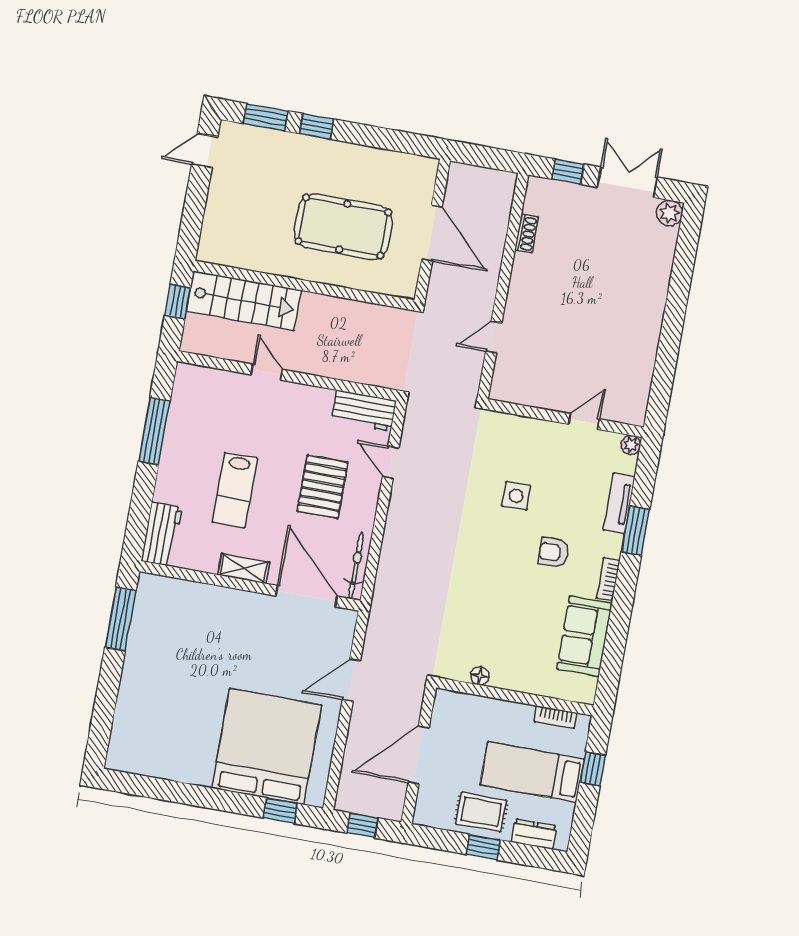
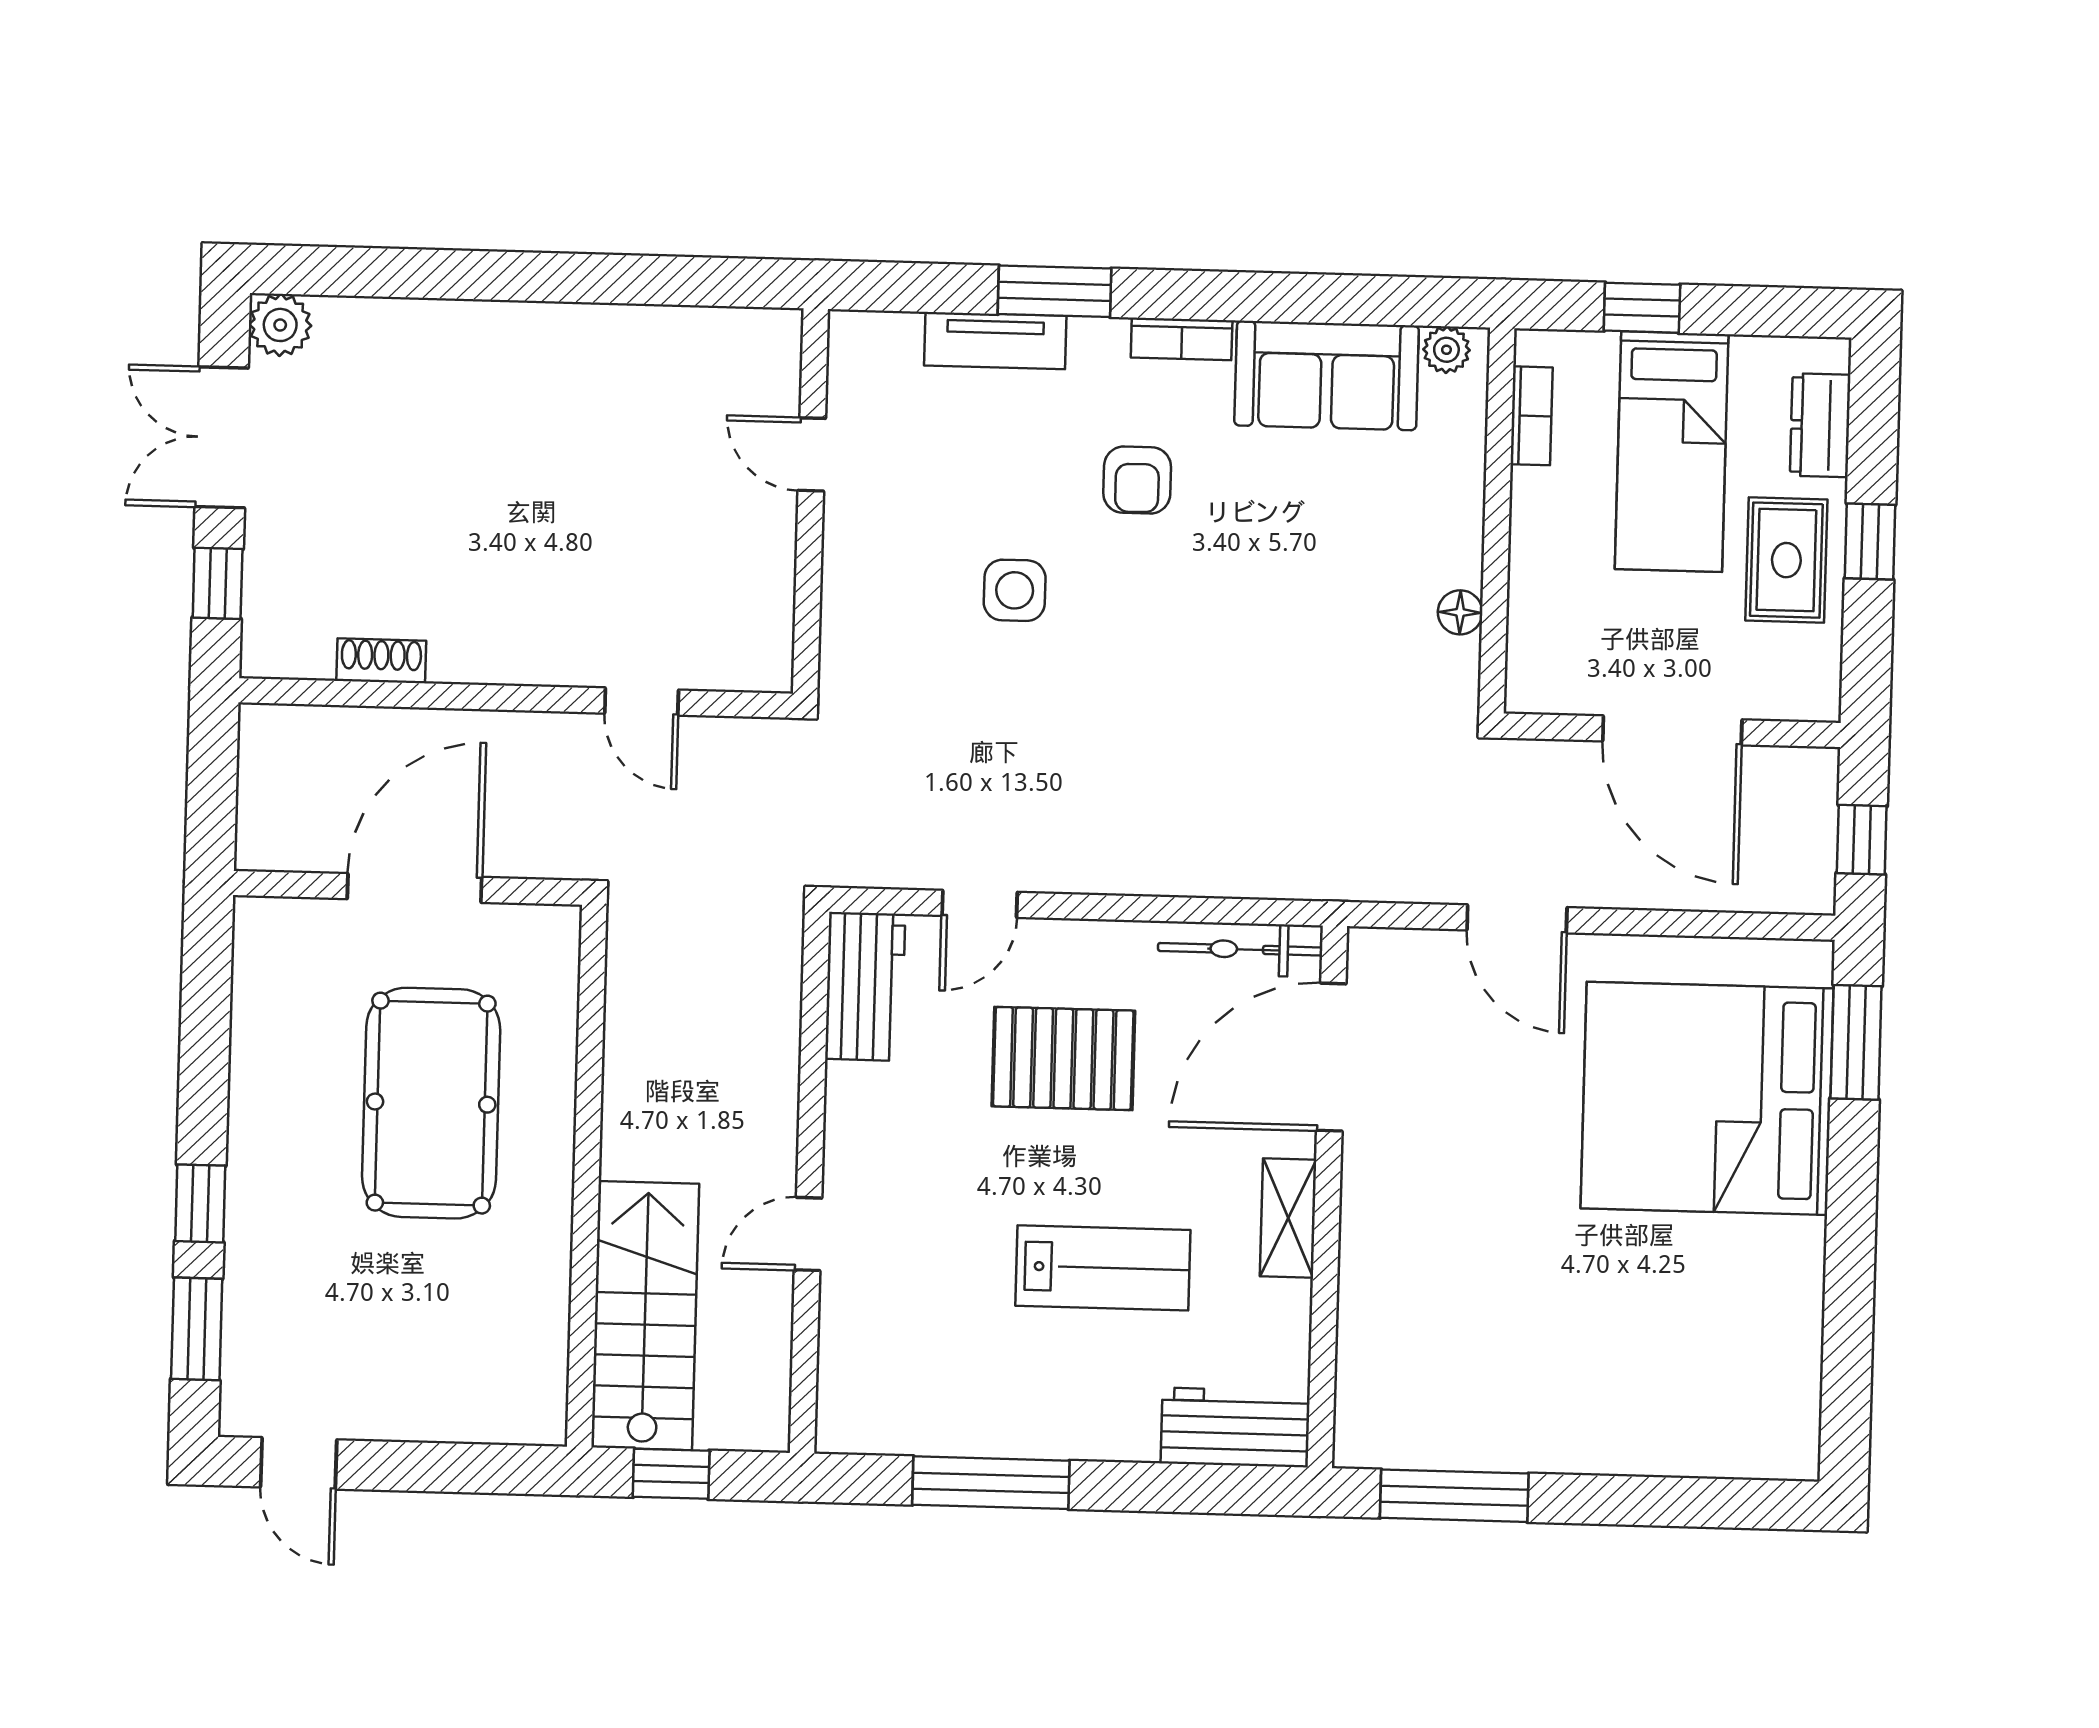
plant: (631, 445) -> (1446, 350), moved
window: (280, 811) -> (1856, 1042), width x1.50

